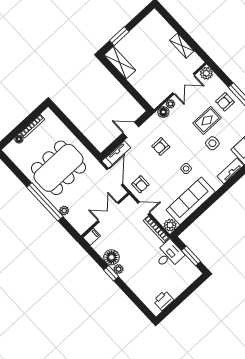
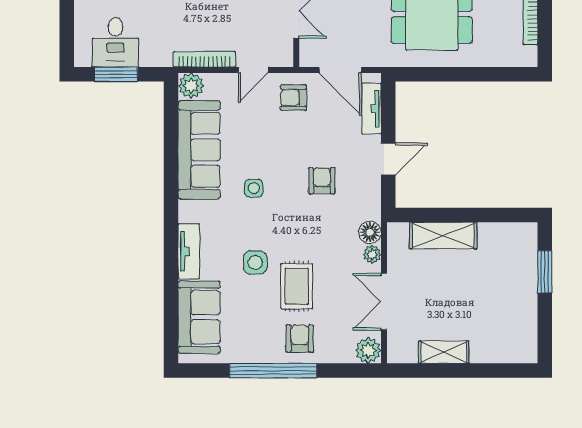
shelving: (120, 63) -> (443, 236), moved
desk: (169, 255) -> (115, 42), moved

